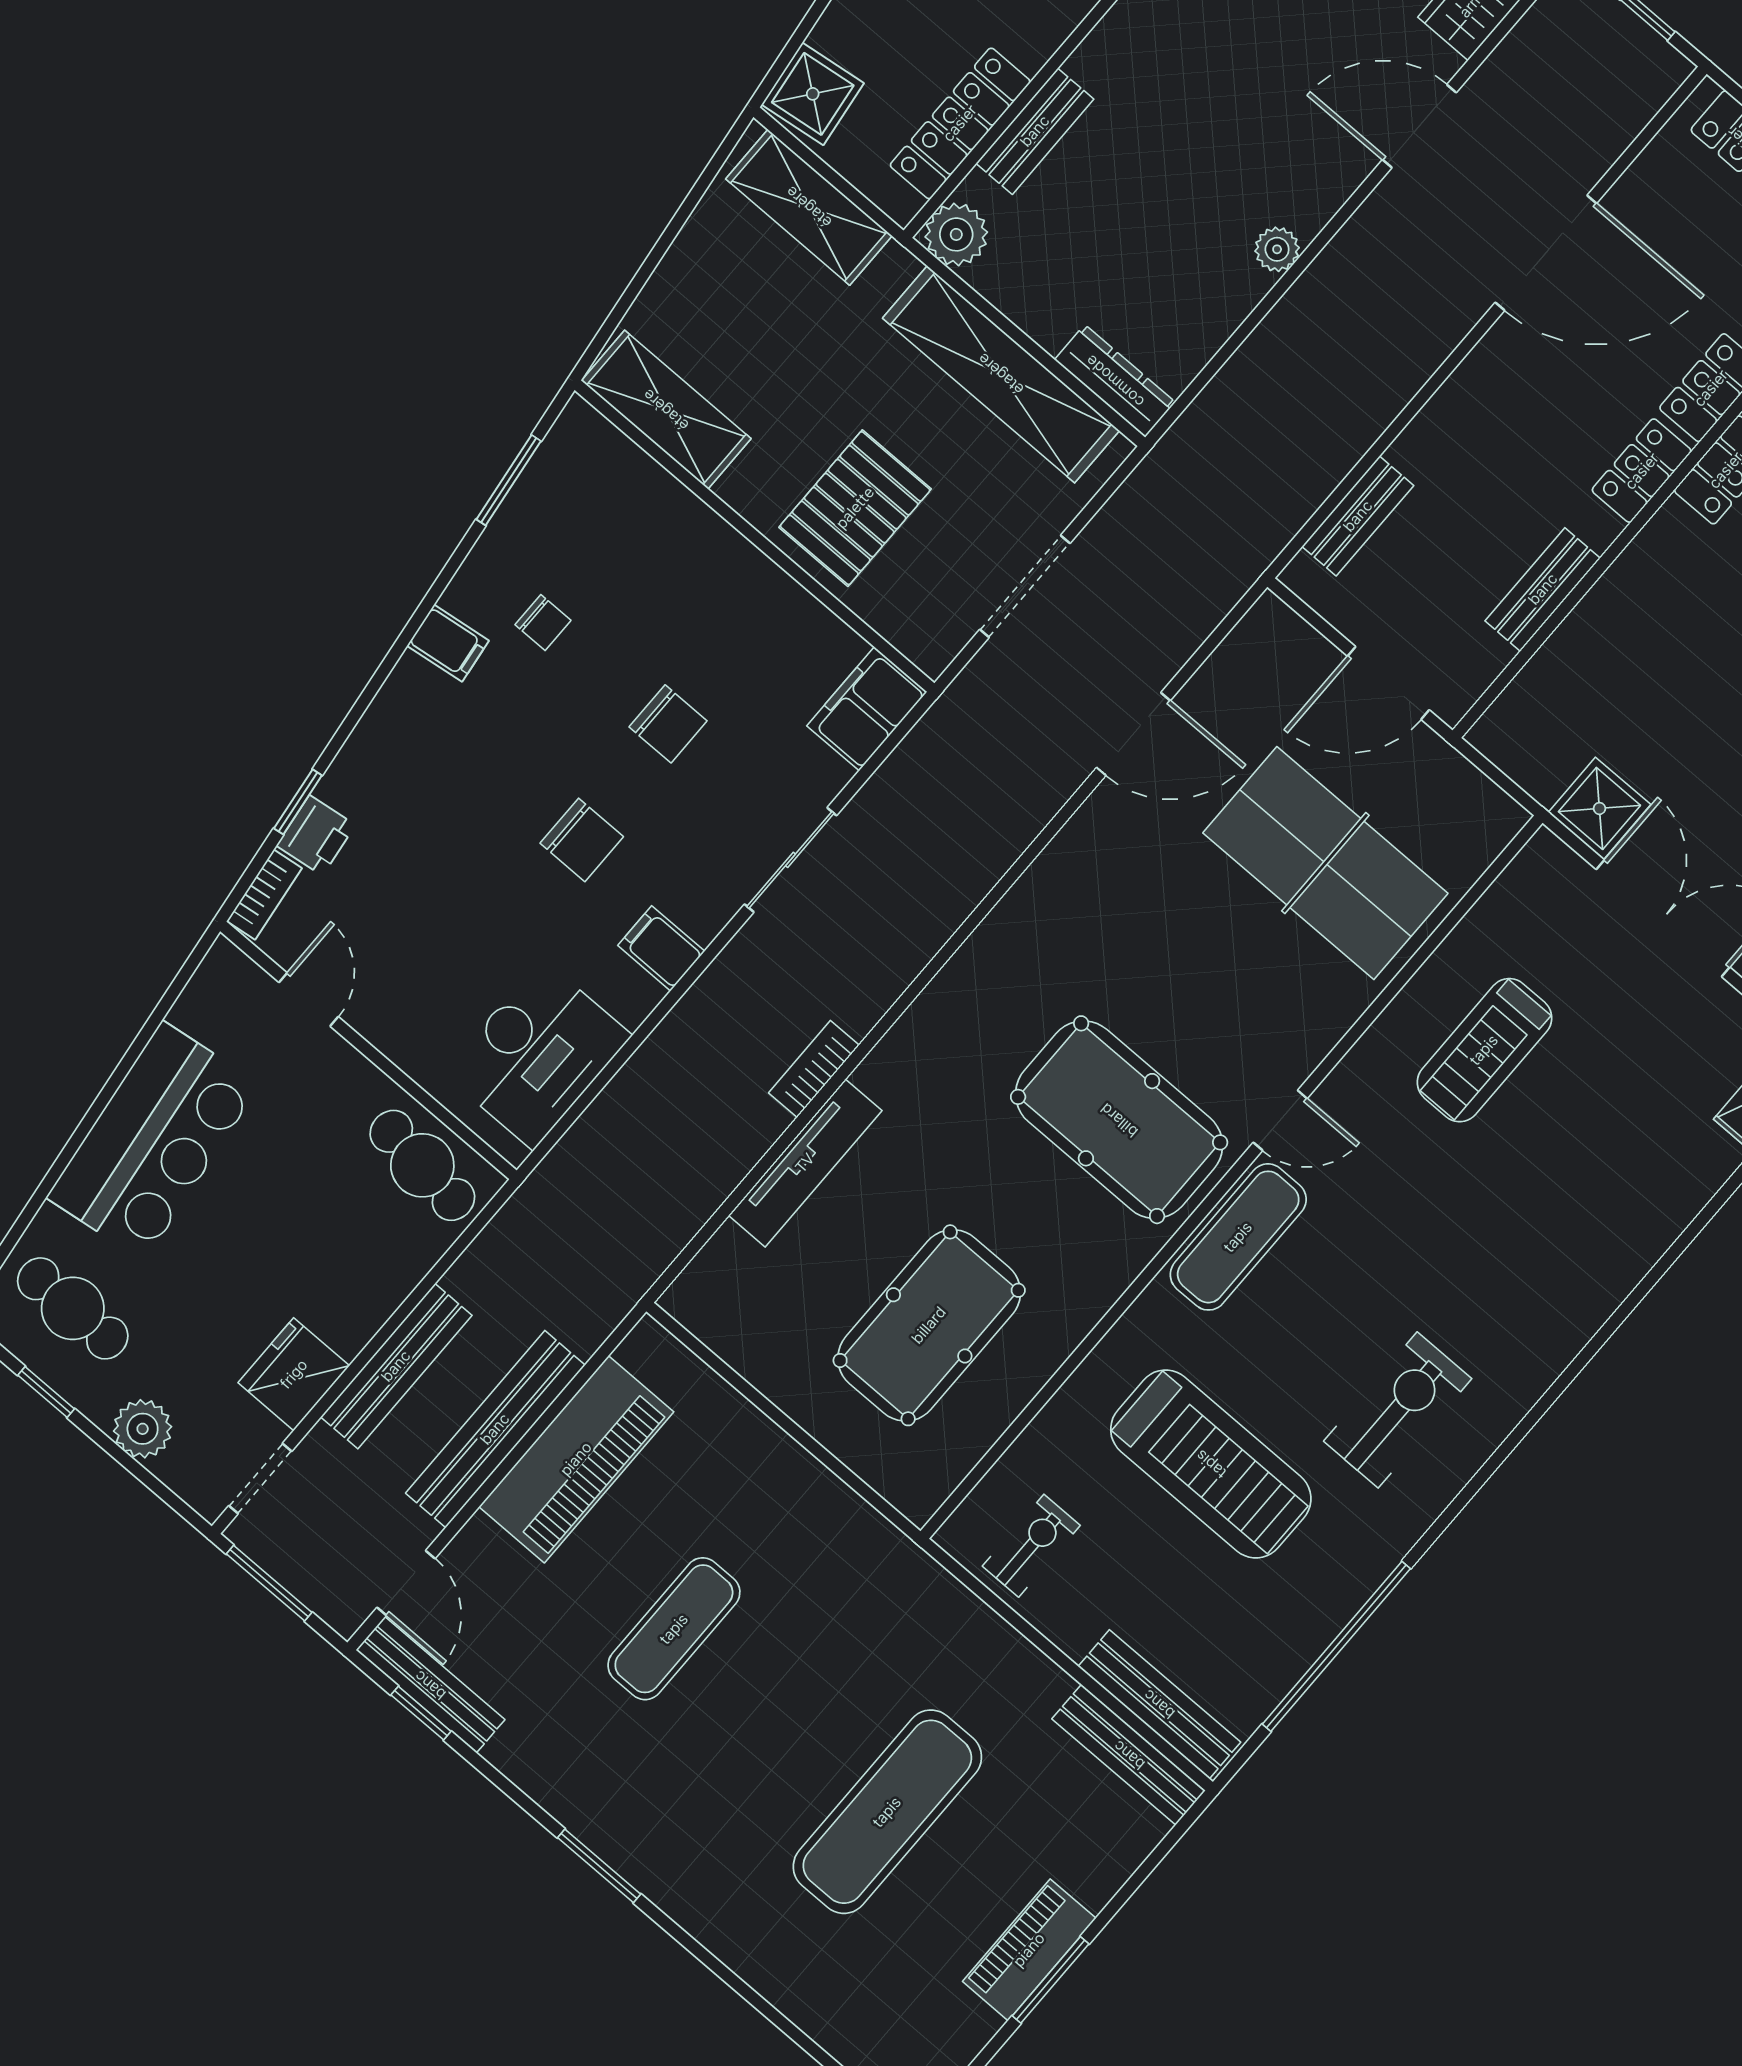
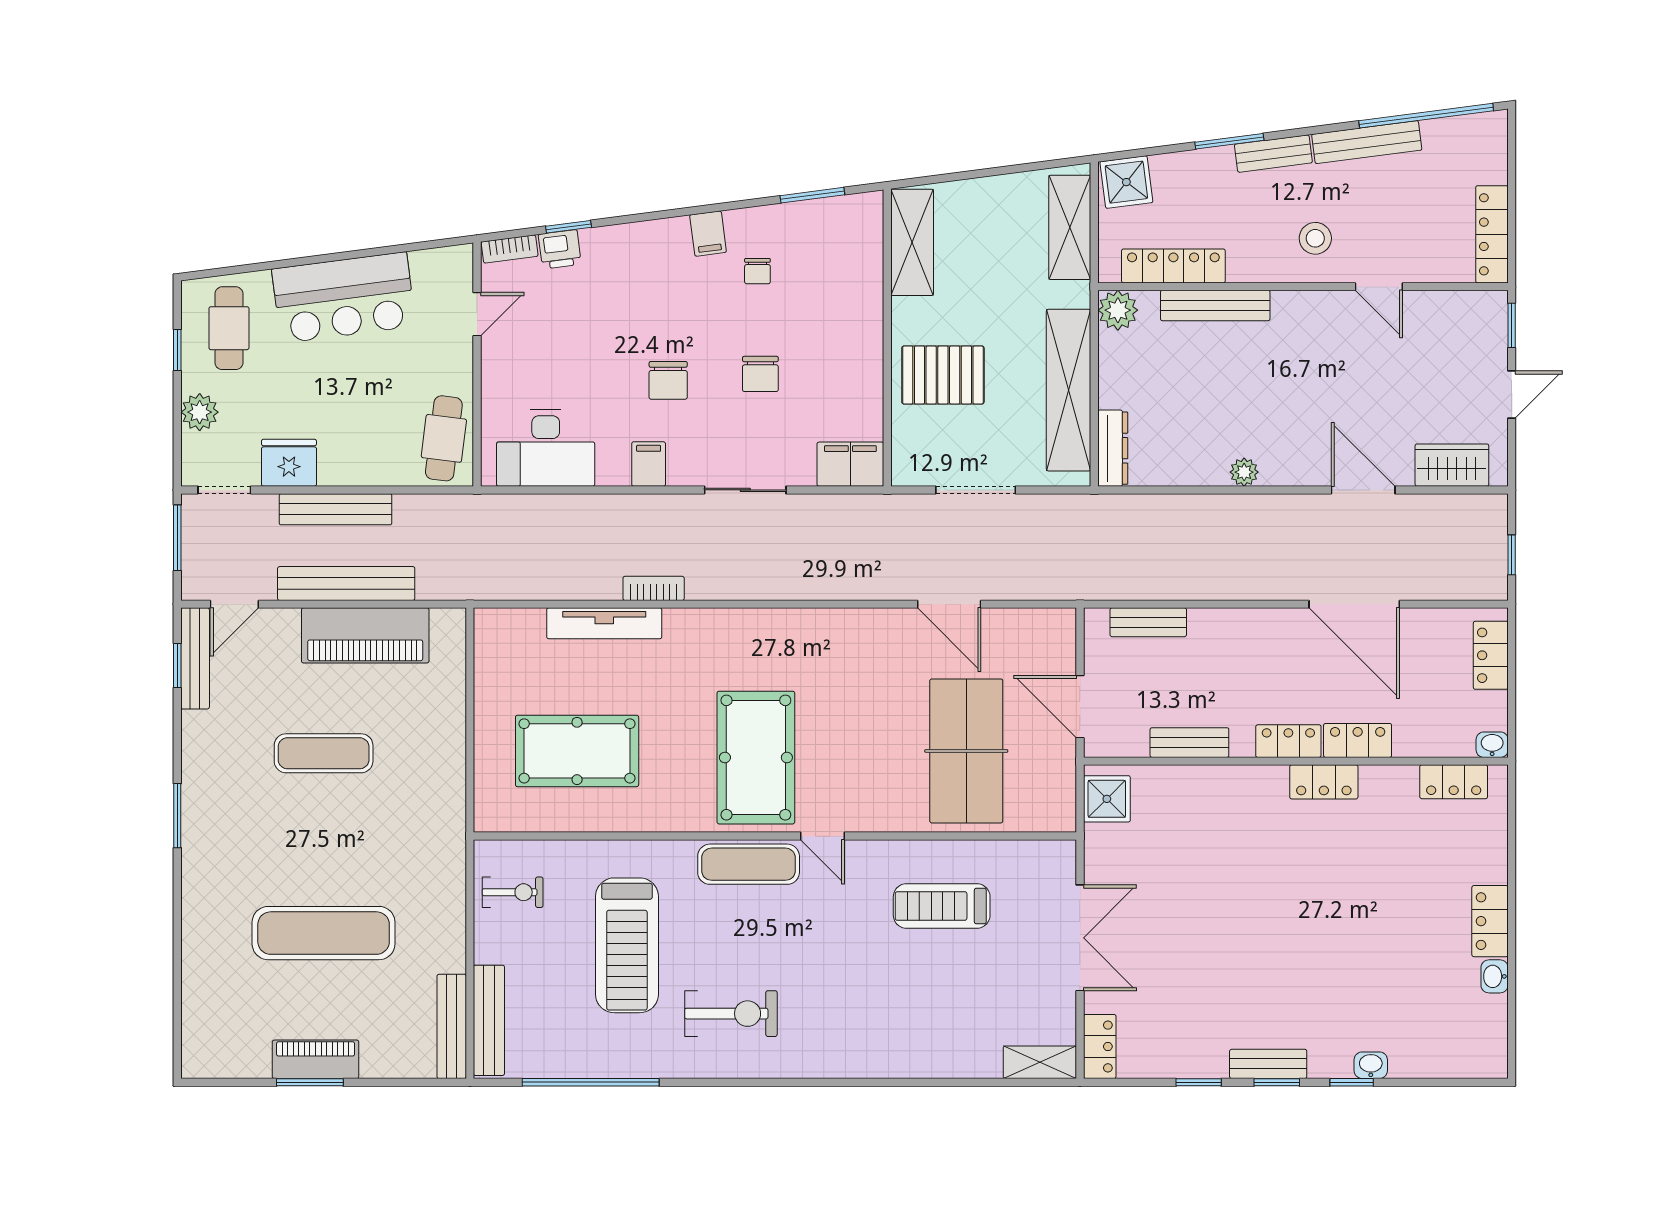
bench: (1035, 131) -> (1215, 305), width x1.36
shower: (1599, 808) -> (1107, 799), moved

